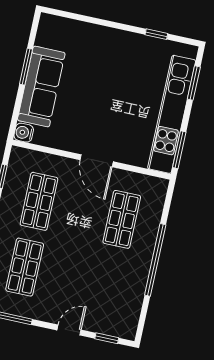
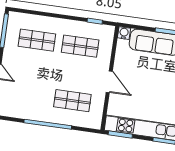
door: (97, 161) -> (109, 82), swing flipped

